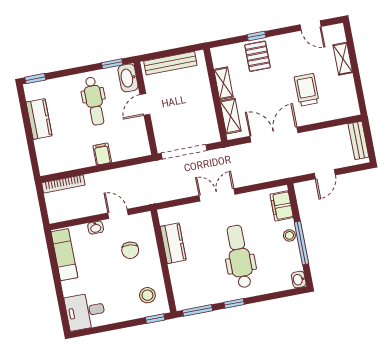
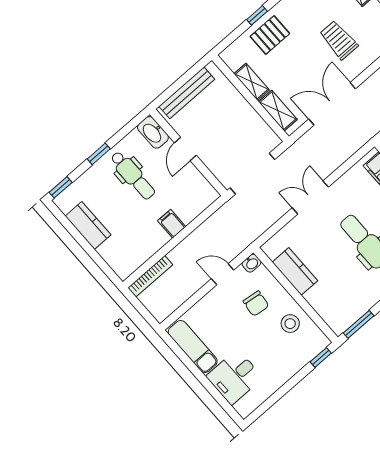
pallet: (257, 56) -> (270, 35), turned 90
window: (112, 64) -> (99, 154), moved
washbasin: (96, 228) -> (252, 263), moved
stool: (147, 295) -> (290, 324), moved
desk: (85, 311) -> (234, 377), moved

